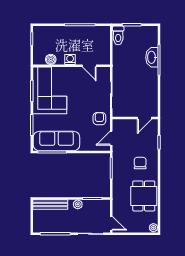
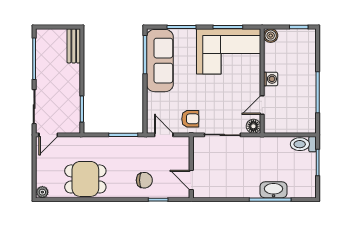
boiler: (51, 59) -> (271, 36), moved
floor lamp: (105, 72) -> (253, 126), added
chair: (140, 163) -> (144, 180), moved
plant: (78, 204) -> (74, 89), removed
bench: (50, 205) -> (74, 46), width x0.73

